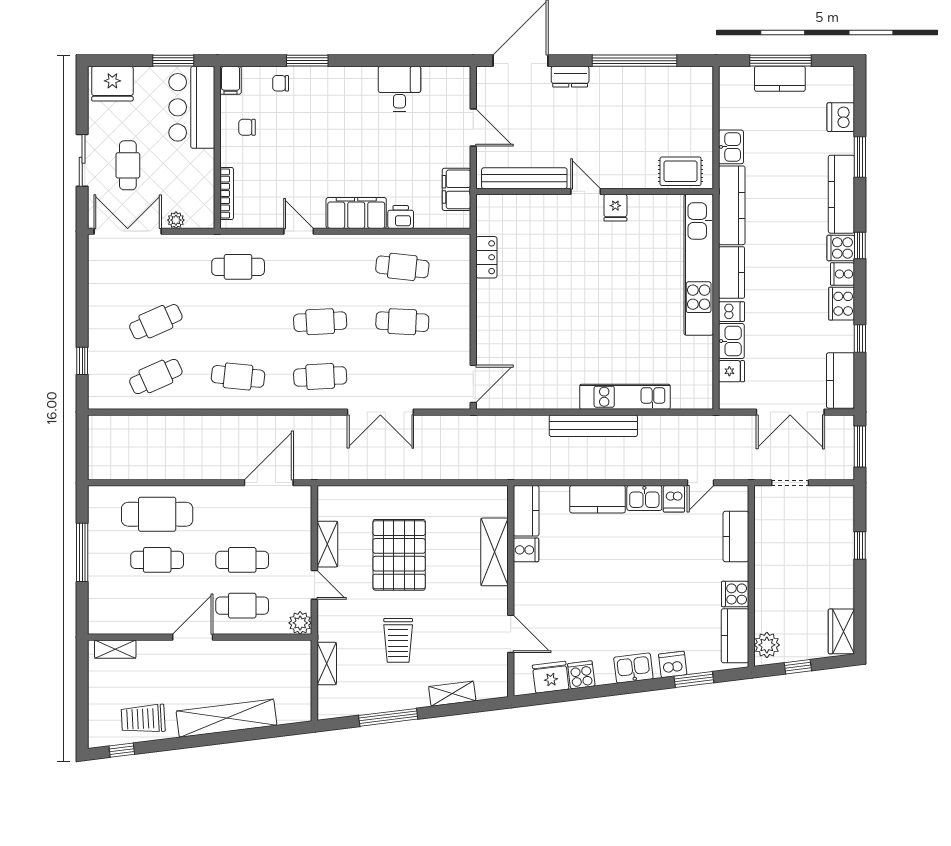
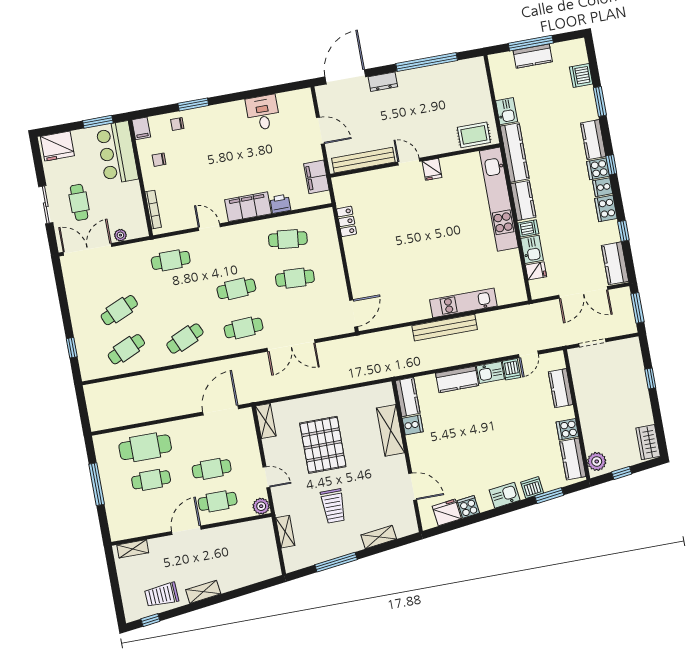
kitchen counter: (841, 194) -> (593, 140), width x0.67
cafe table: (238, 376) -> (185, 339), turned -30
shelving: (327, 544) -> (266, 421), moved
shelving: (226, 718) -> (203, 592), width x0.45, depth x0.75

